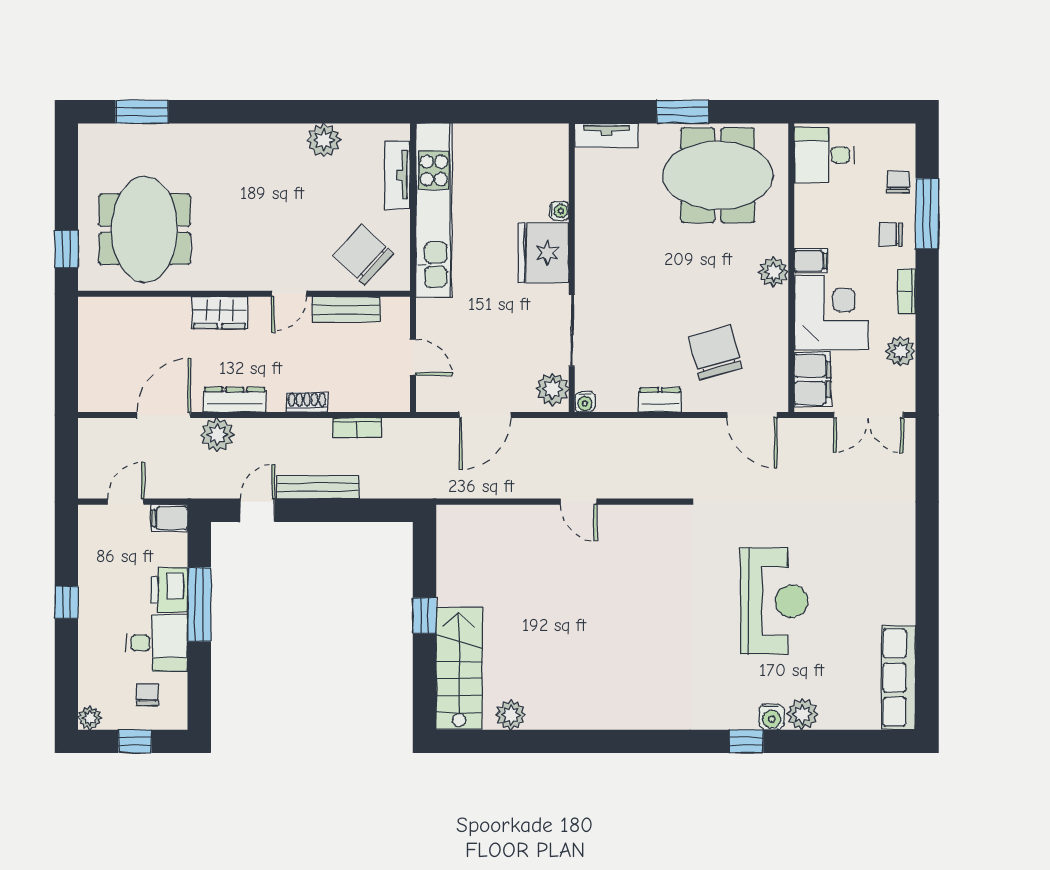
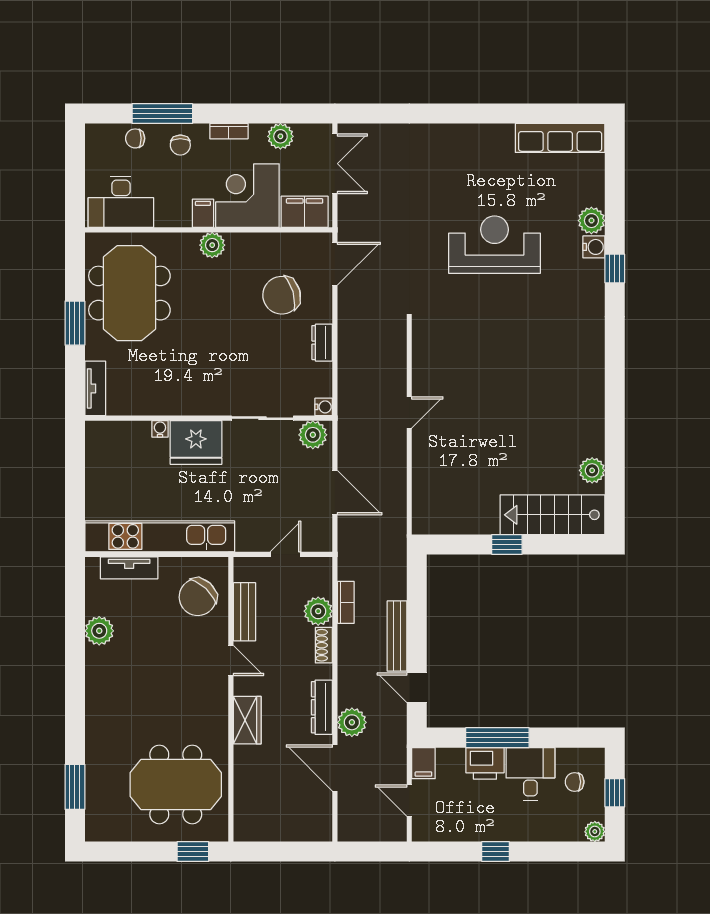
desk: (824, 155) -> (121, 202), width x1.37
plant: (347, 395) -> (318, 611), added

